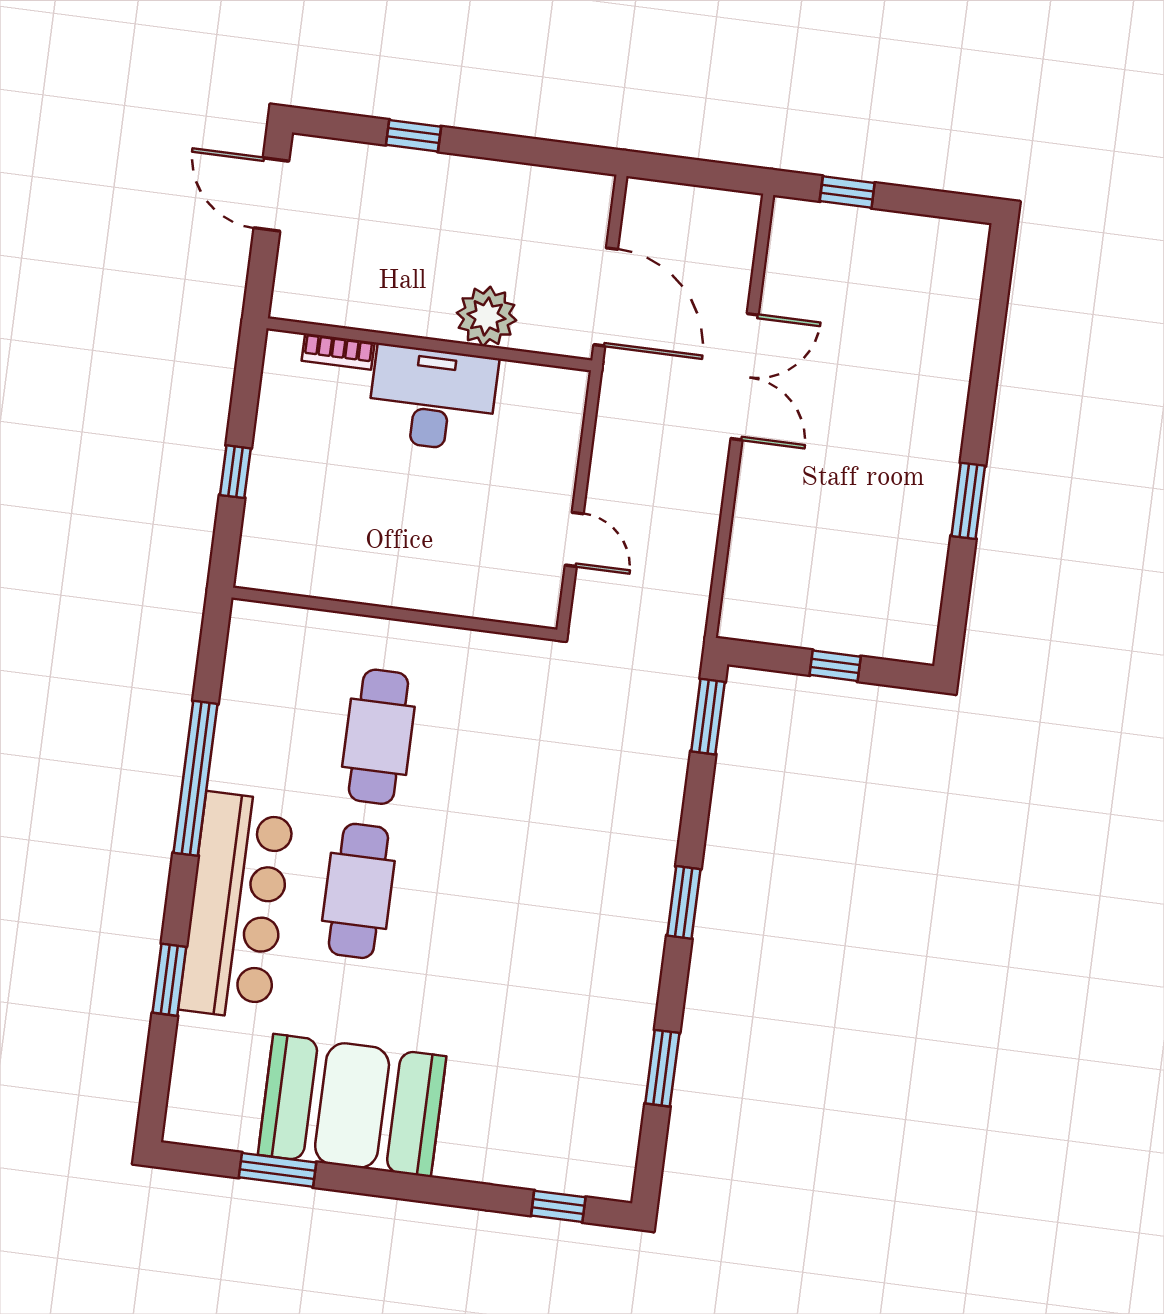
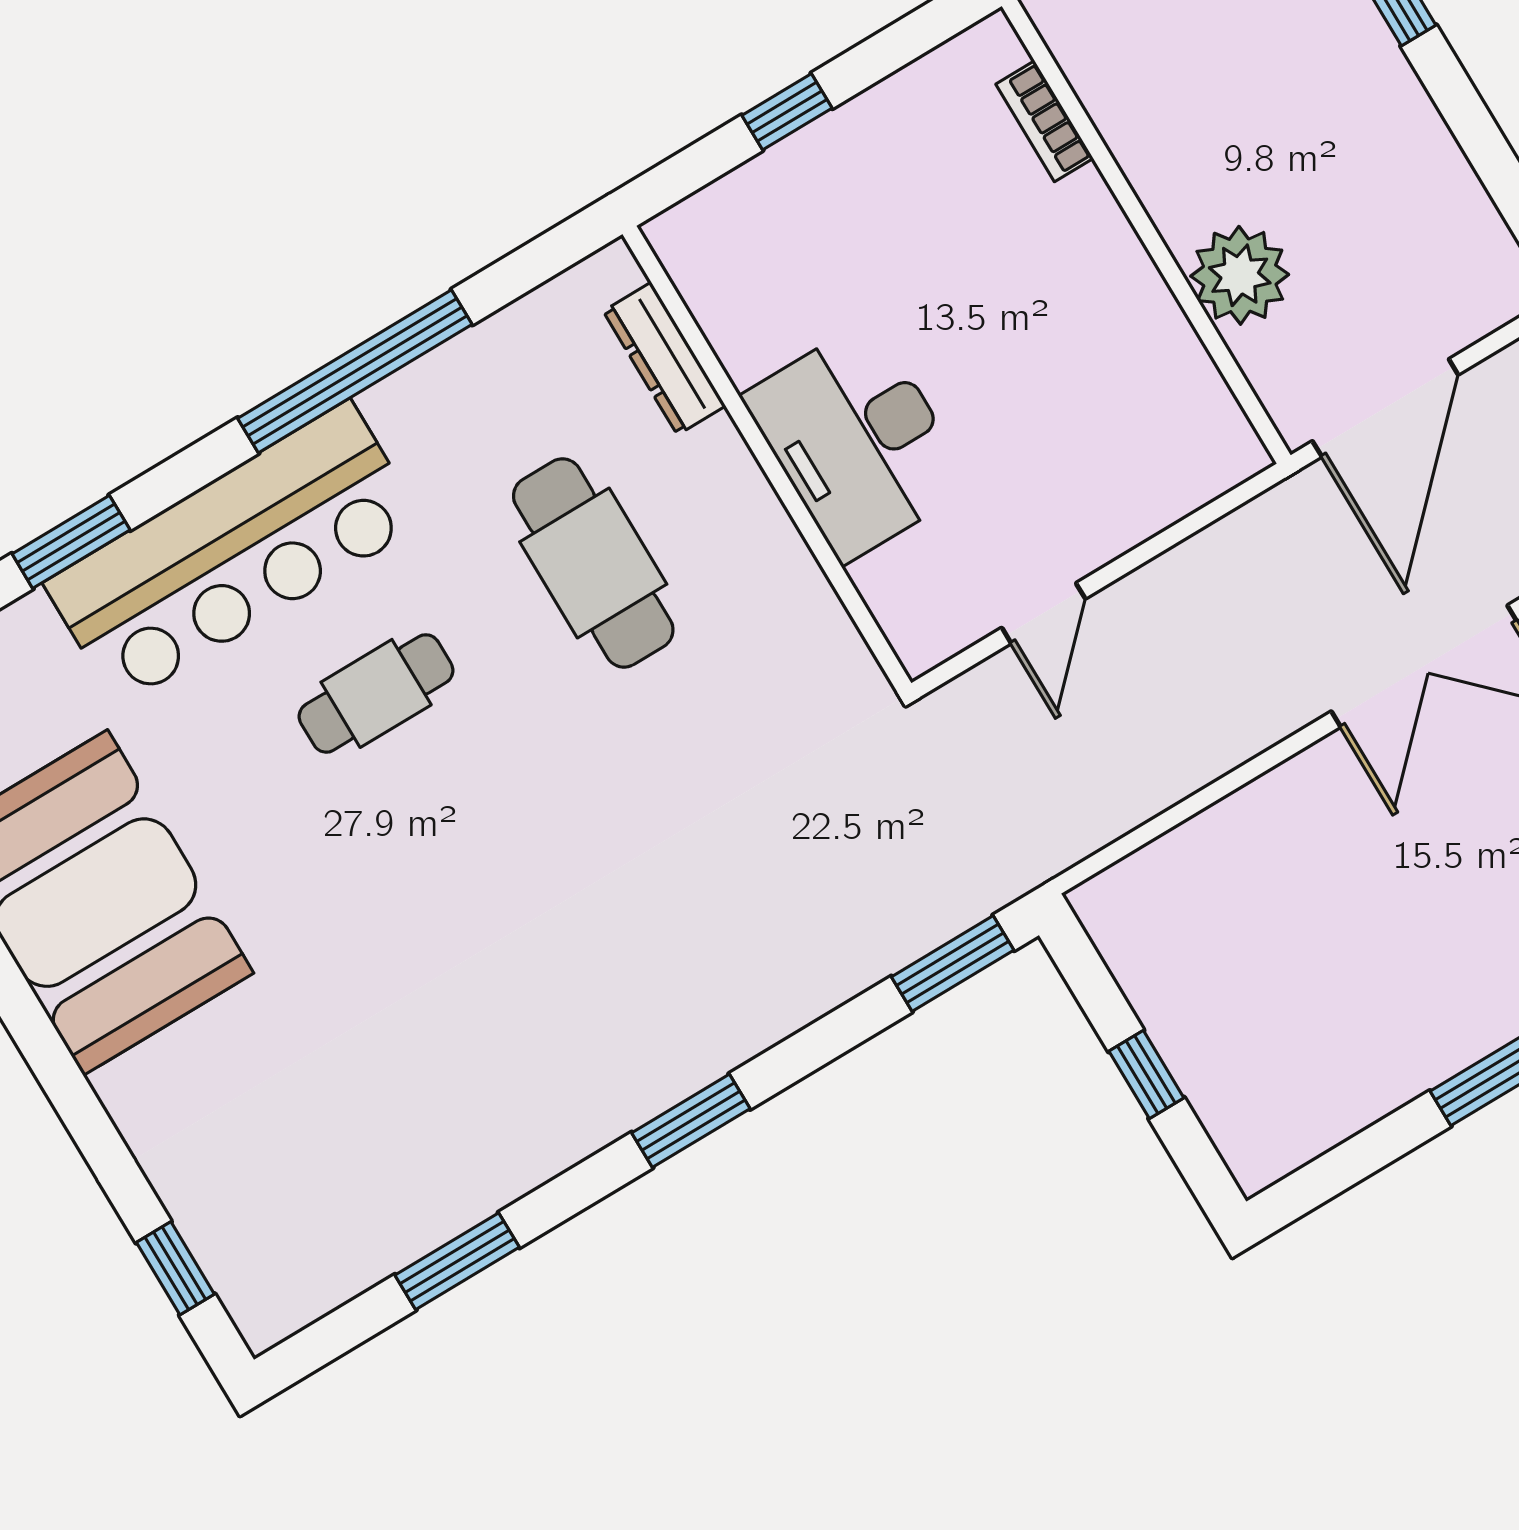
desk: (433, 398) -> (857, 441), moved, turned 180
dresser: (307, 625) -> (664, 358), added
cafe table: (378, 737) -> (593, 563), turned 90
cafe table: (358, 891) -> (376, 693), width x0.73, depth x0.74

